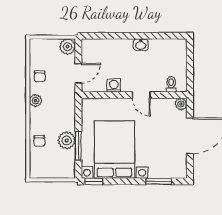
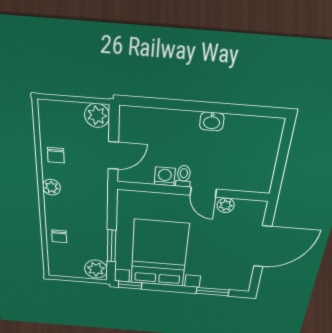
toilet: (171, 84) -> (184, 176), moved
plant: (181, 104) -> (226, 205), moved
plant: (67, 140) -> (96, 269), moved

